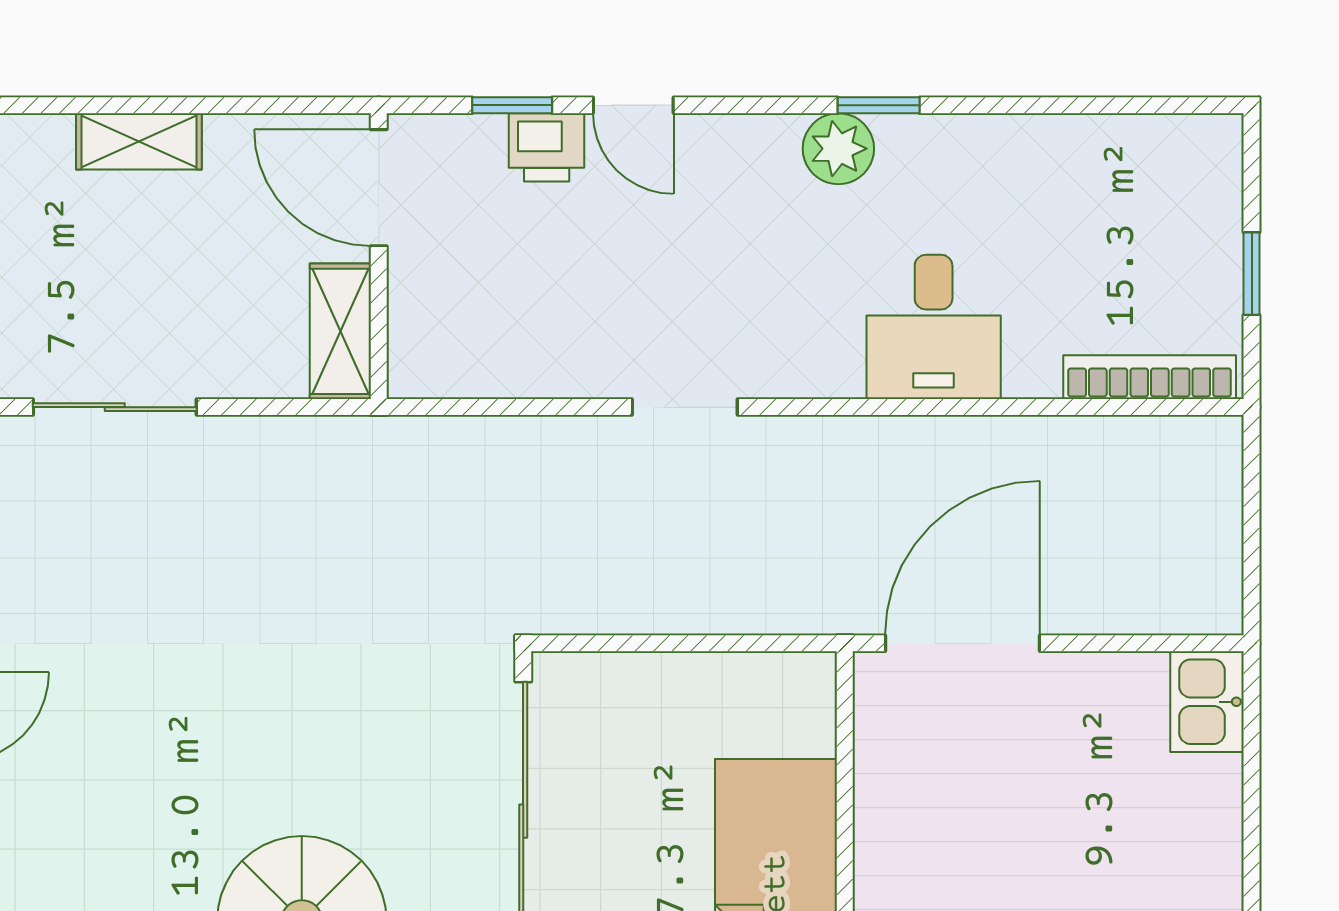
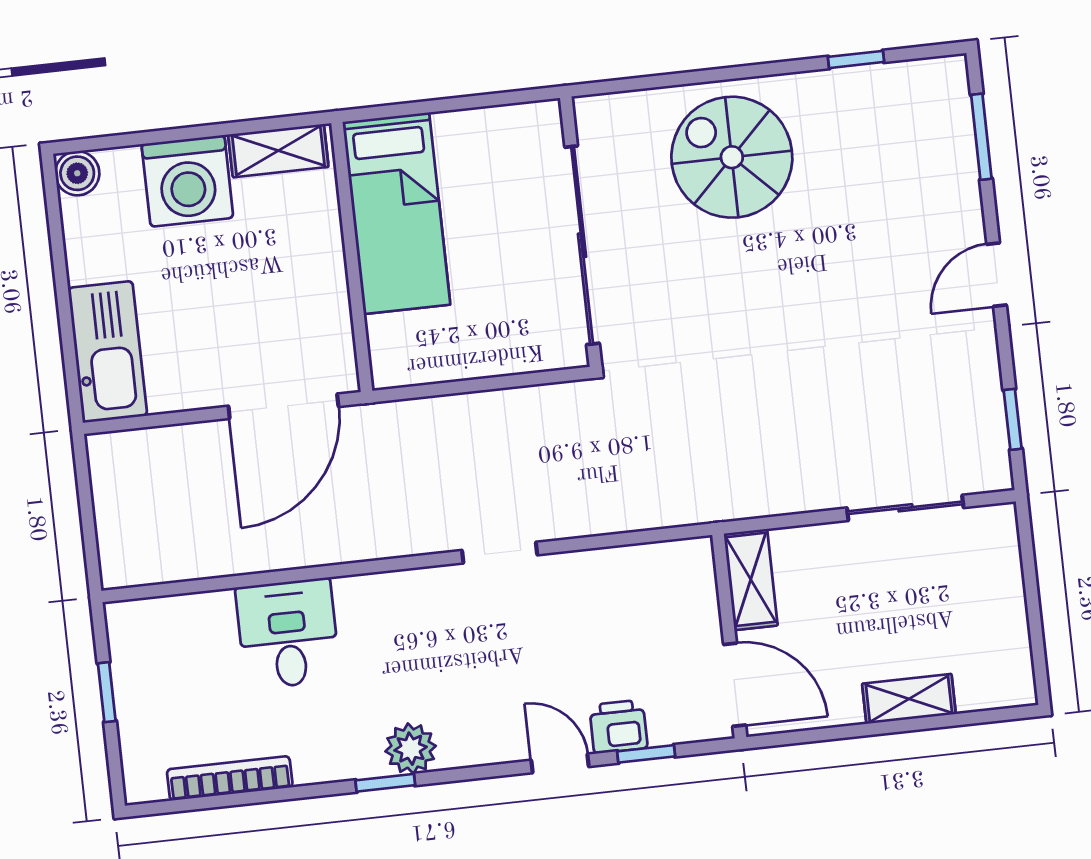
desk: (934, 327) -> (288, 634), moved
bookcase: (1150, 377) -> (230, 778), moved, turned 180
kitchen sink: (1207, 702) -> (108, 352), width x1.88, depth x1.24

